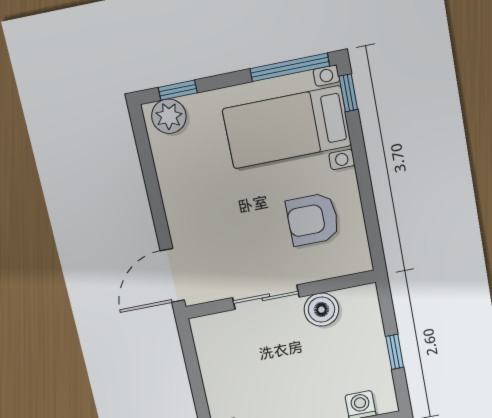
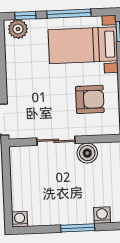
window: (290, 67) -> (69, 14), moved
armchair: (313, 219) -> (90, 99), turned 180

